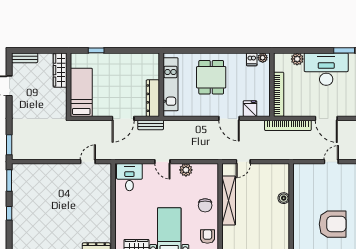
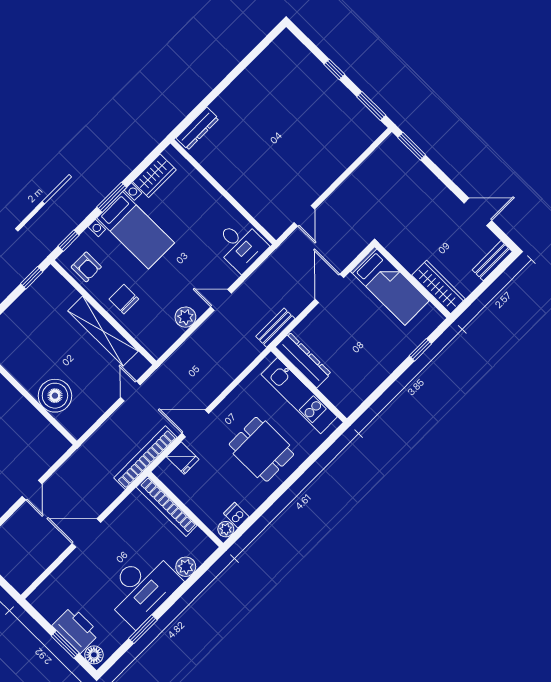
door: (123, 118) -> (329, 288), moved
bookcase: (288, 125) -> (145, 458), moved
boiler: (284, 198) -> (55, 396), width x1.86, depth x1.86

